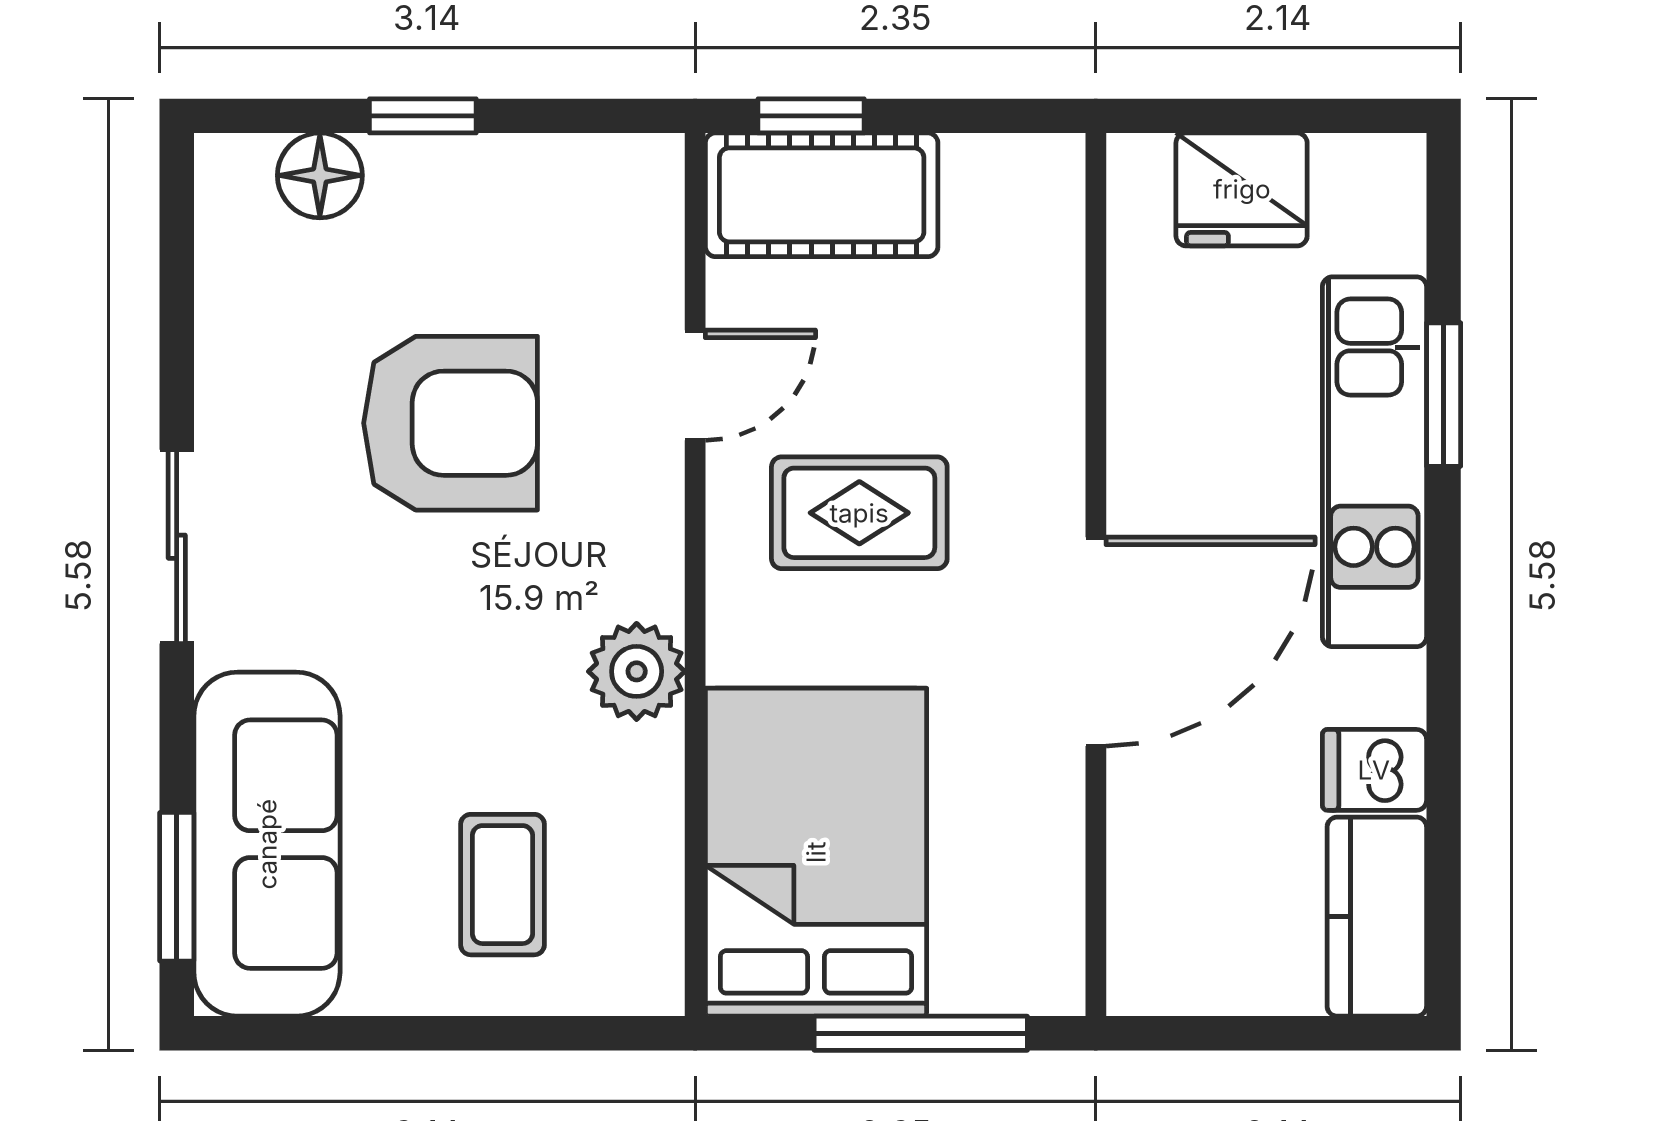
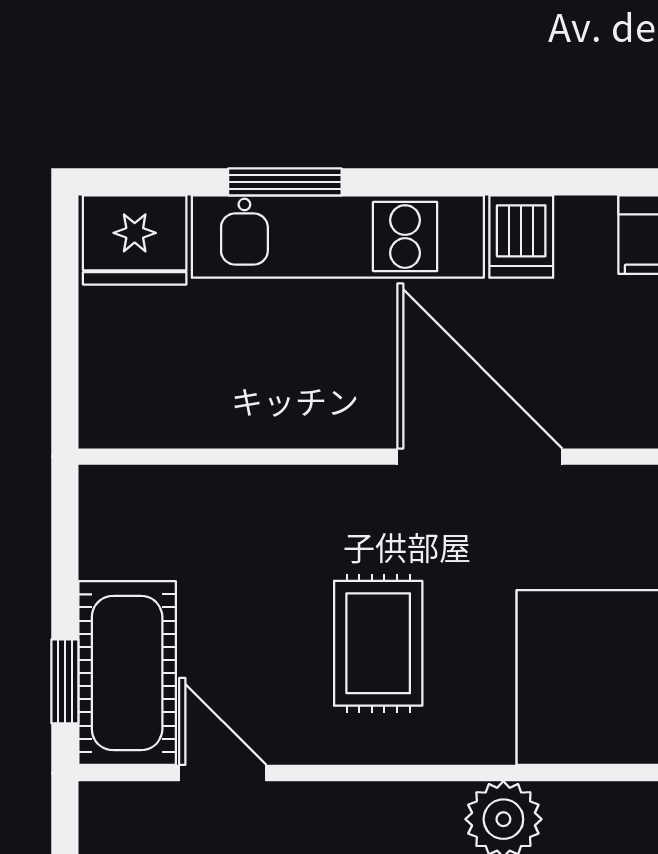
fridge: (1242, 189) -> (135, 240), moved, turned 90
door: (695, 385) -> (223, 773), moved
dishwasher: (1374, 770) -> (521, 237), moved

